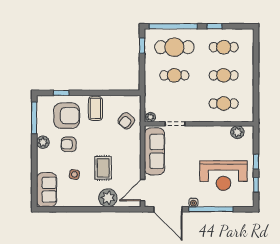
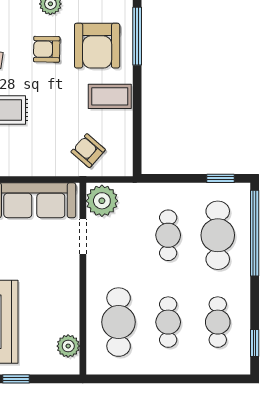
window: (215, 26) -> (255, 343), moved
window: (61, 93) -> (137, 36), width x2.17
cafe table: (224, 104) -> (119, 322), width x1.37, depth x1.35
plant: (151, 117) -> (102, 201), width x1.87, depth x1.87
armchair: (69, 144) -> (47, 49), turned -89

